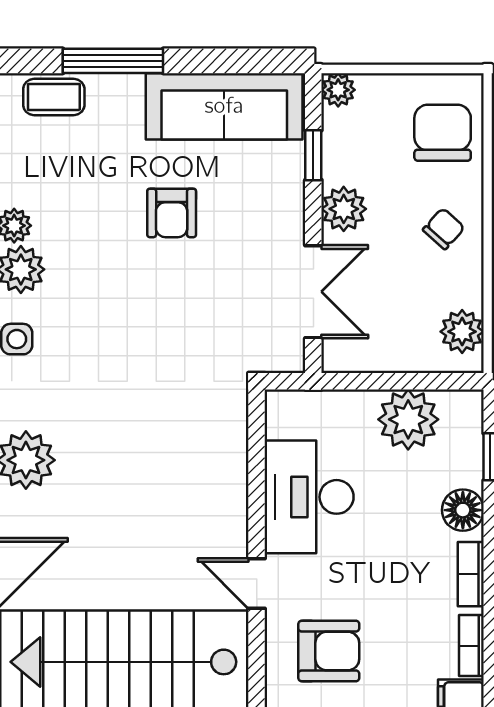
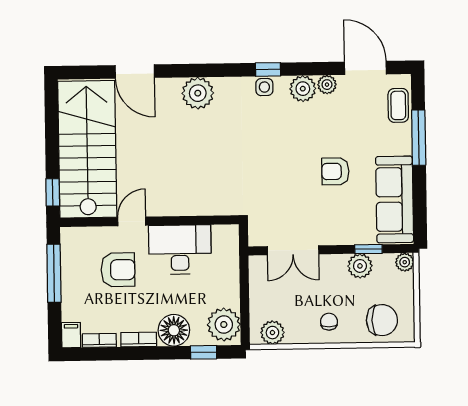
plant: (344, 209) -> (360, 266), moved
chair: (444, 229) -> (329, 322), turned -132
plant: (408, 419) -> (224, 324), moved
floor lamp: (463, 510) -> (174, 330), width x1.38, depth x1.38
armchair: (329, 651) -> (118, 270), moved, turned -90

